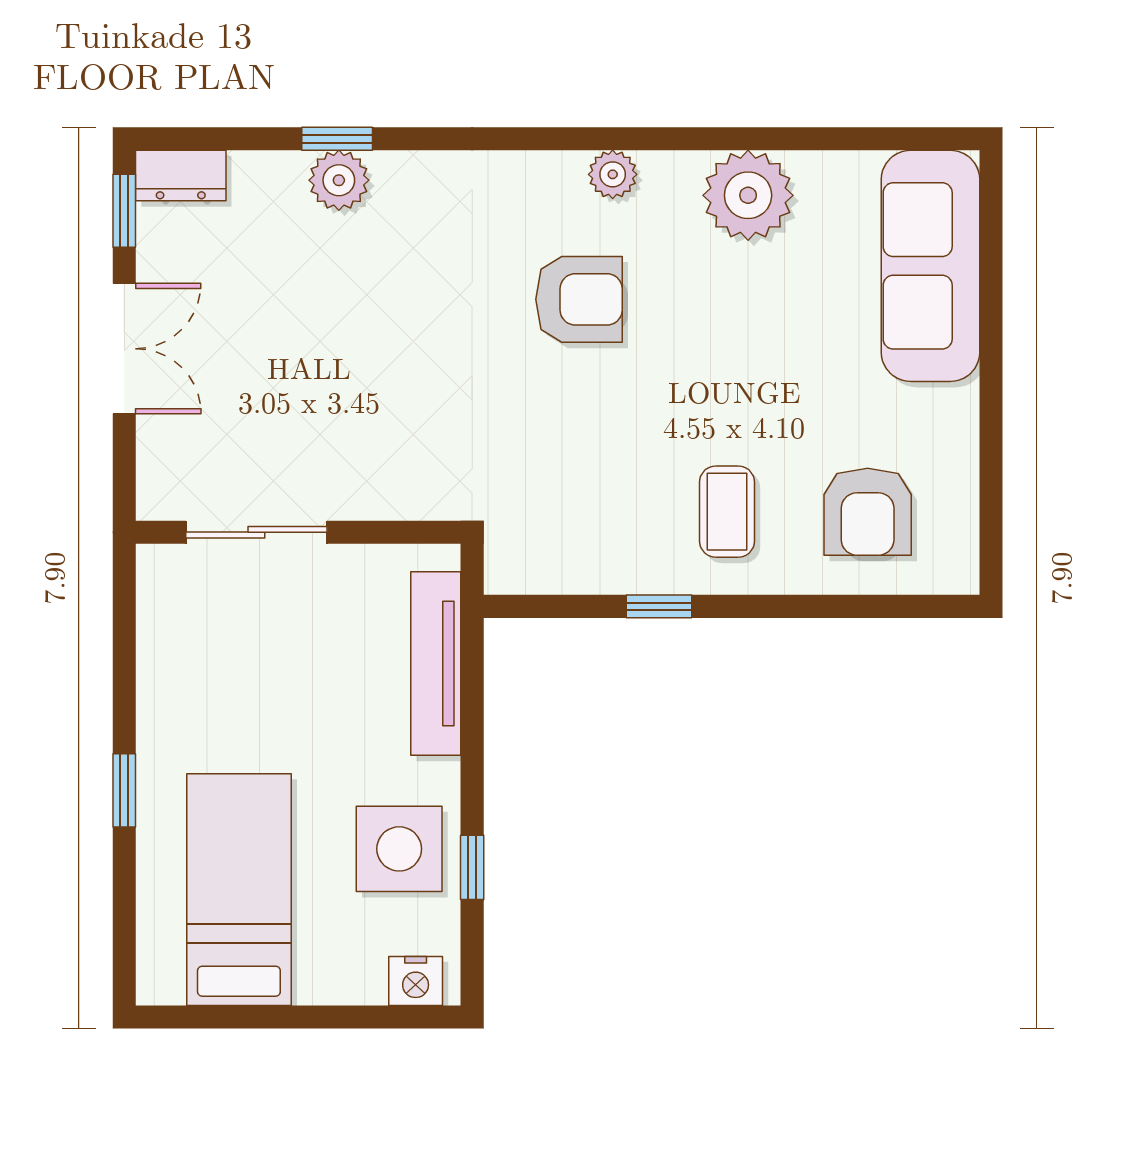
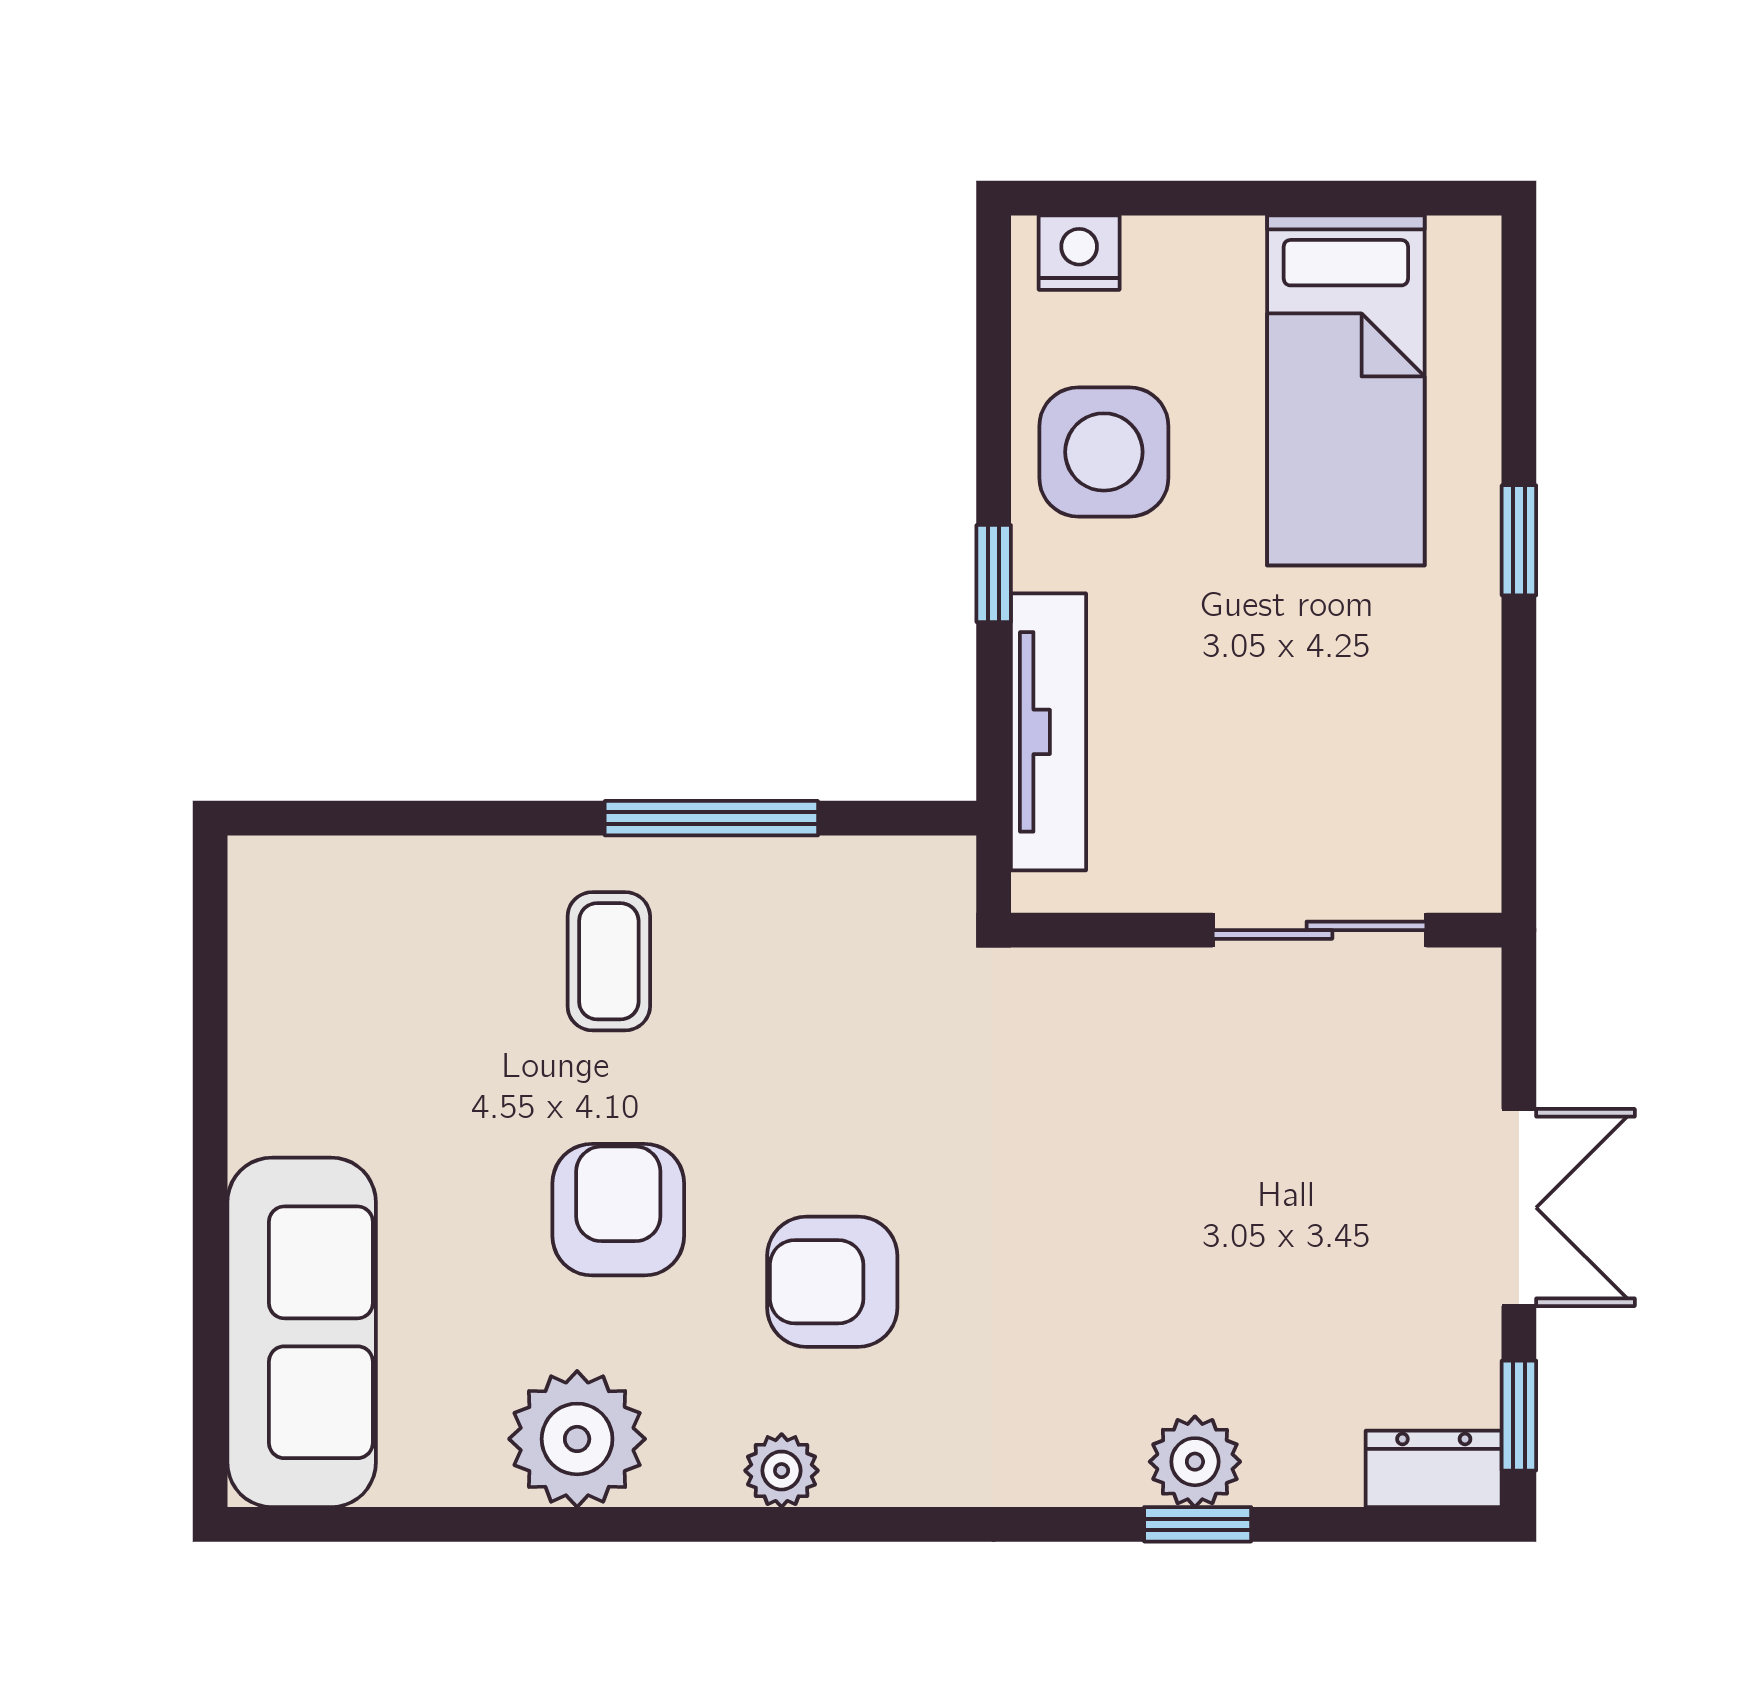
double door: (124, 349) -> (1519, 1208), swing flipped
armchair: (868, 512) -> (618, 1210), moved
window: (659, 606) -> (711, 818), width x2.17
window: (472, 867) -> (994, 574), moved

